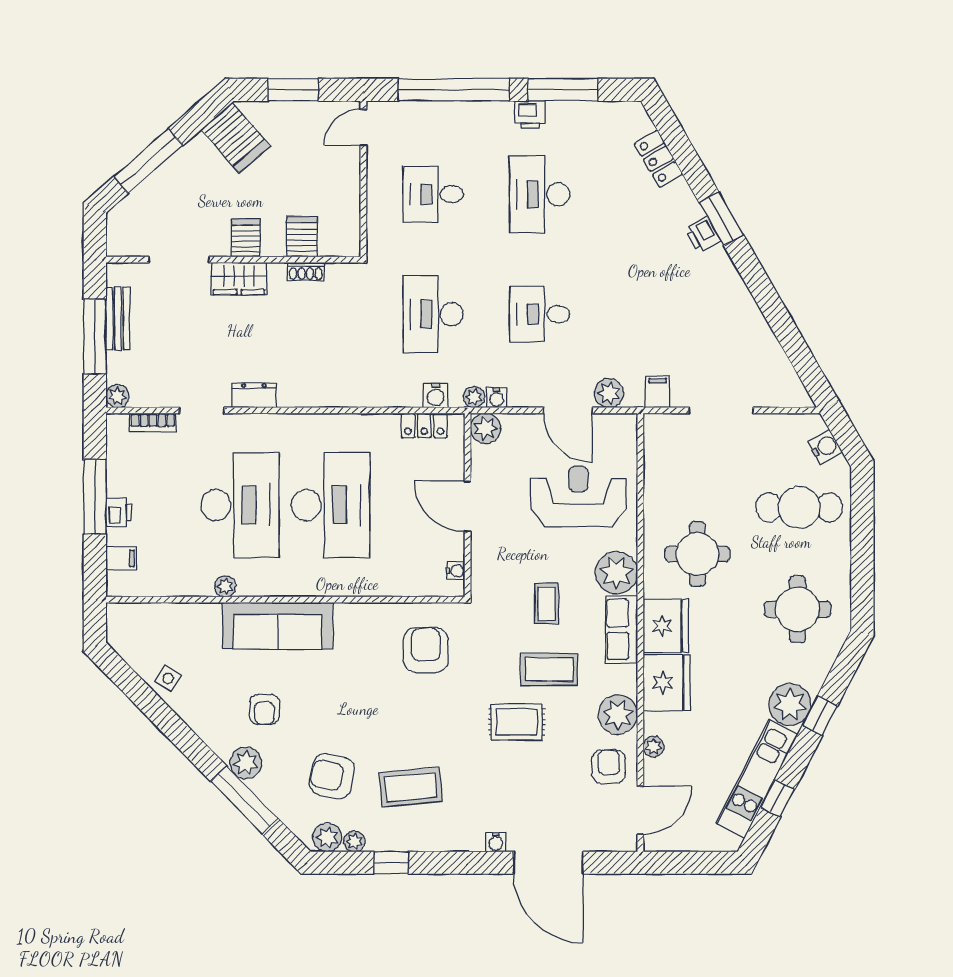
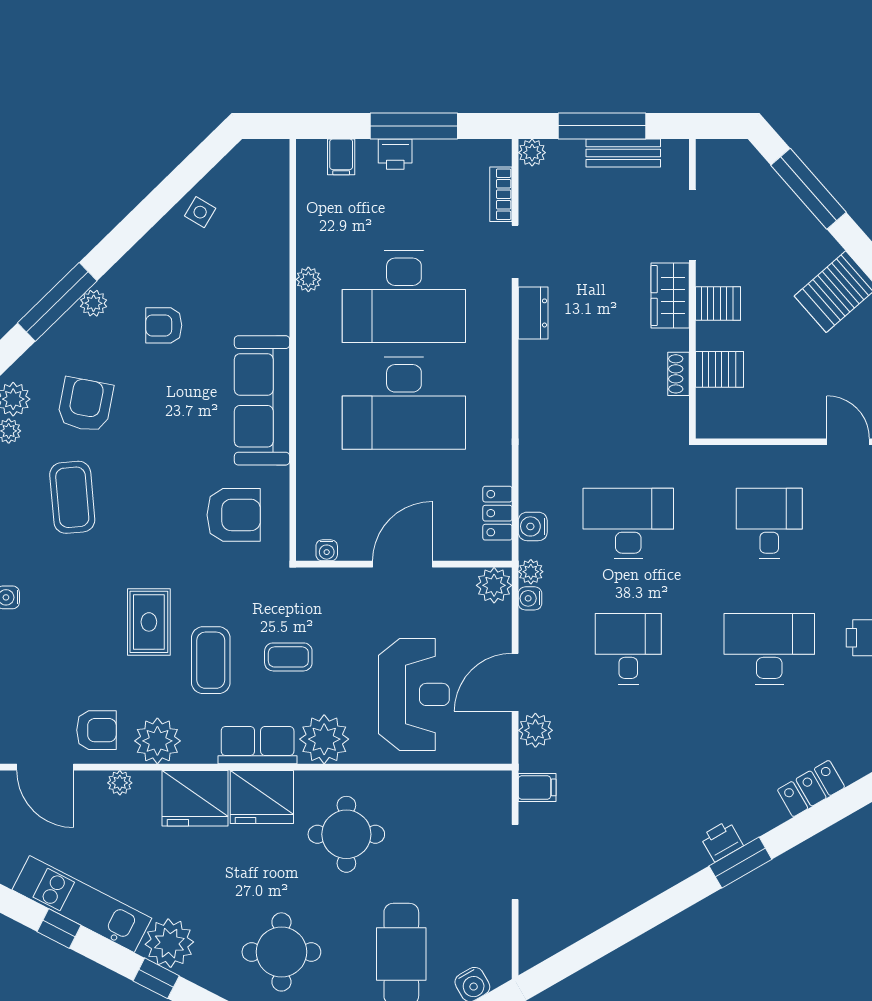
sofa: (278, 626) -> (262, 400), moved
plant: (246, 763) -> (94, 303), width x0.73, depth x0.73

